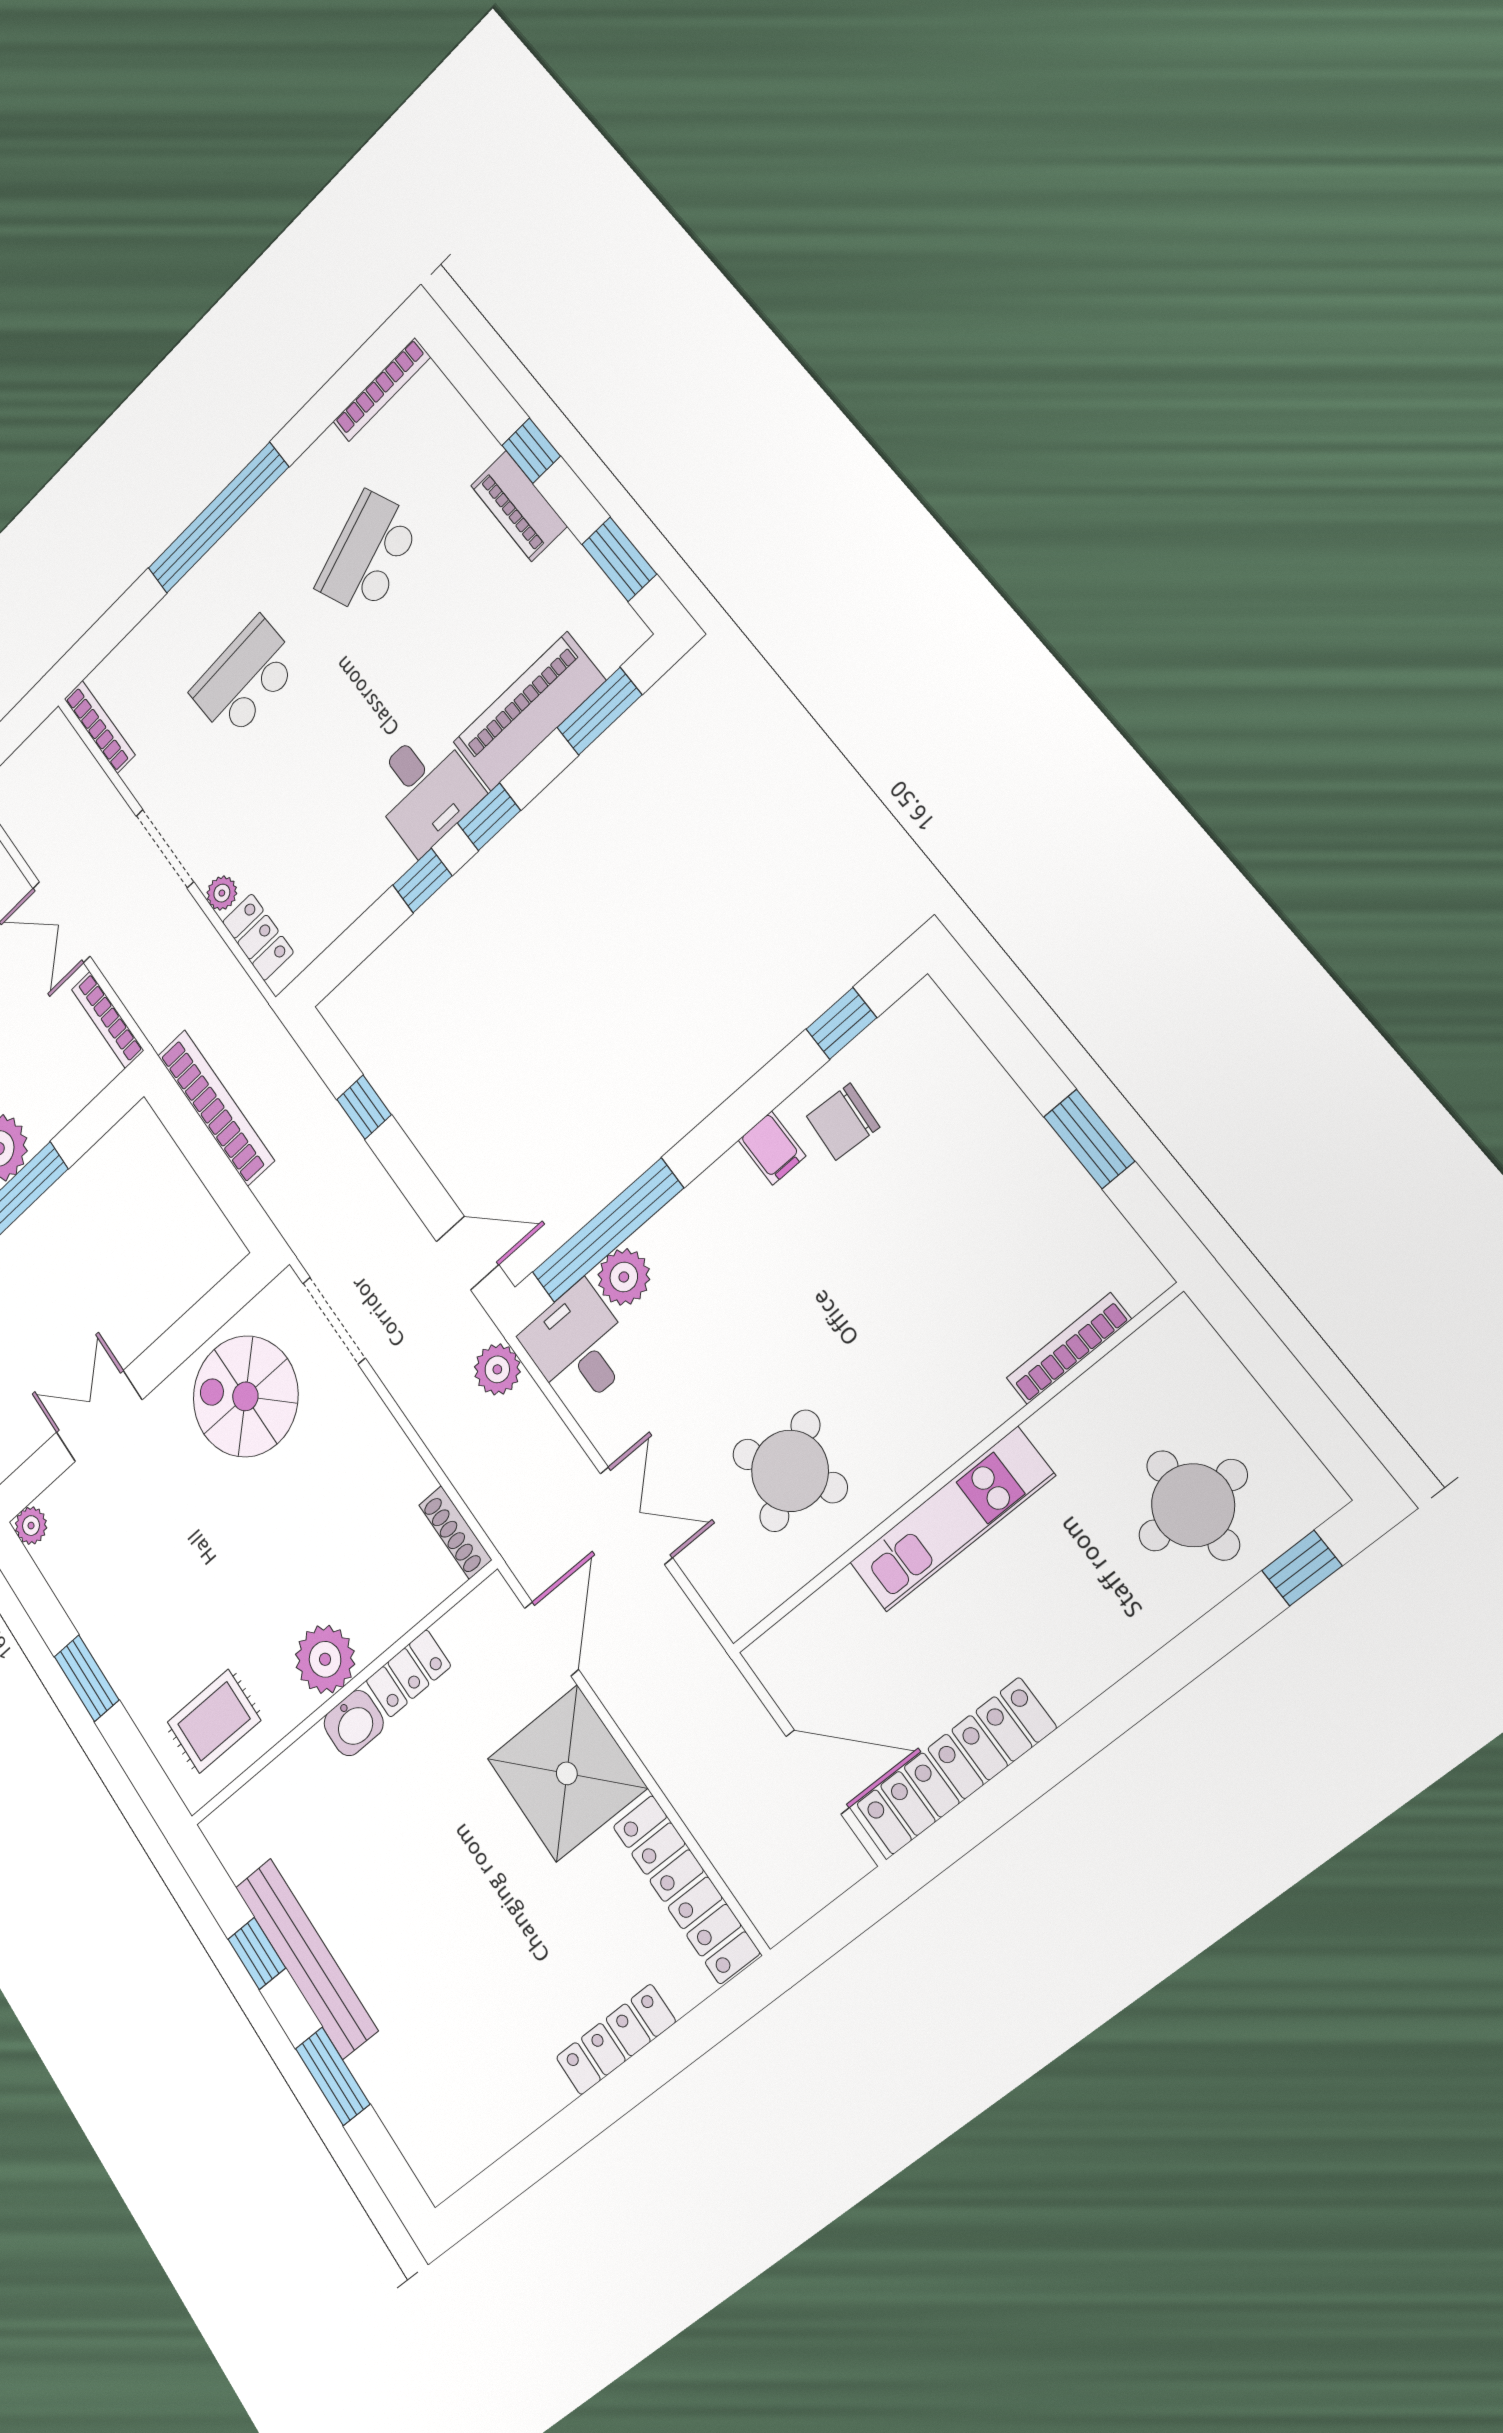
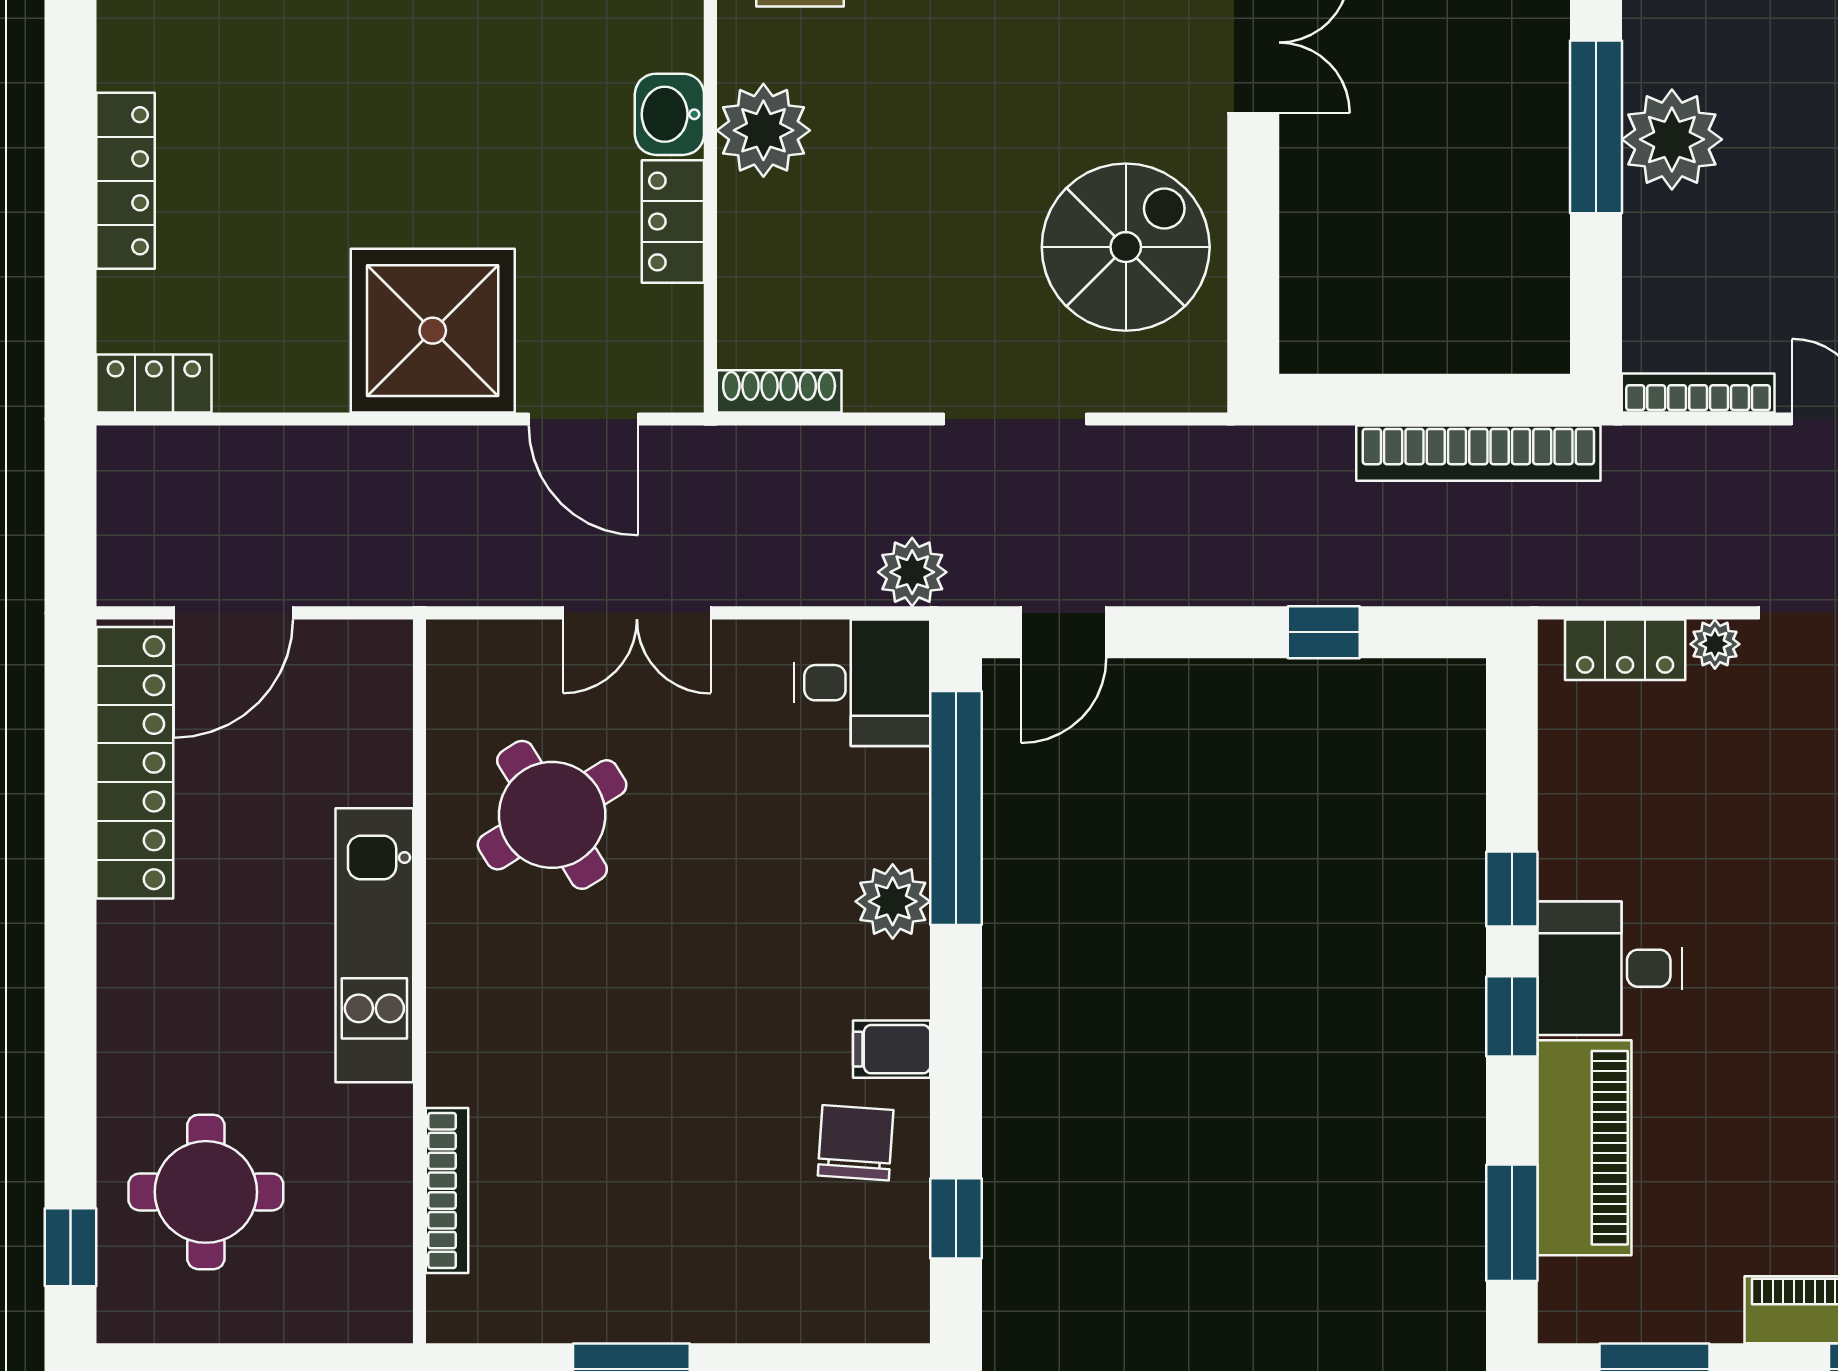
plant: (624, 1277) -> (893, 901), moved
doorway: (334, 1321) -> (1015, 419), moved
locker: (686, 1889) -> (154, 383), width x0.46, depth x0.83

